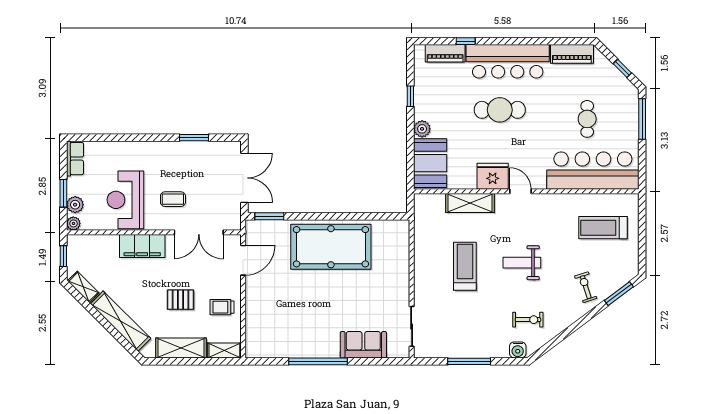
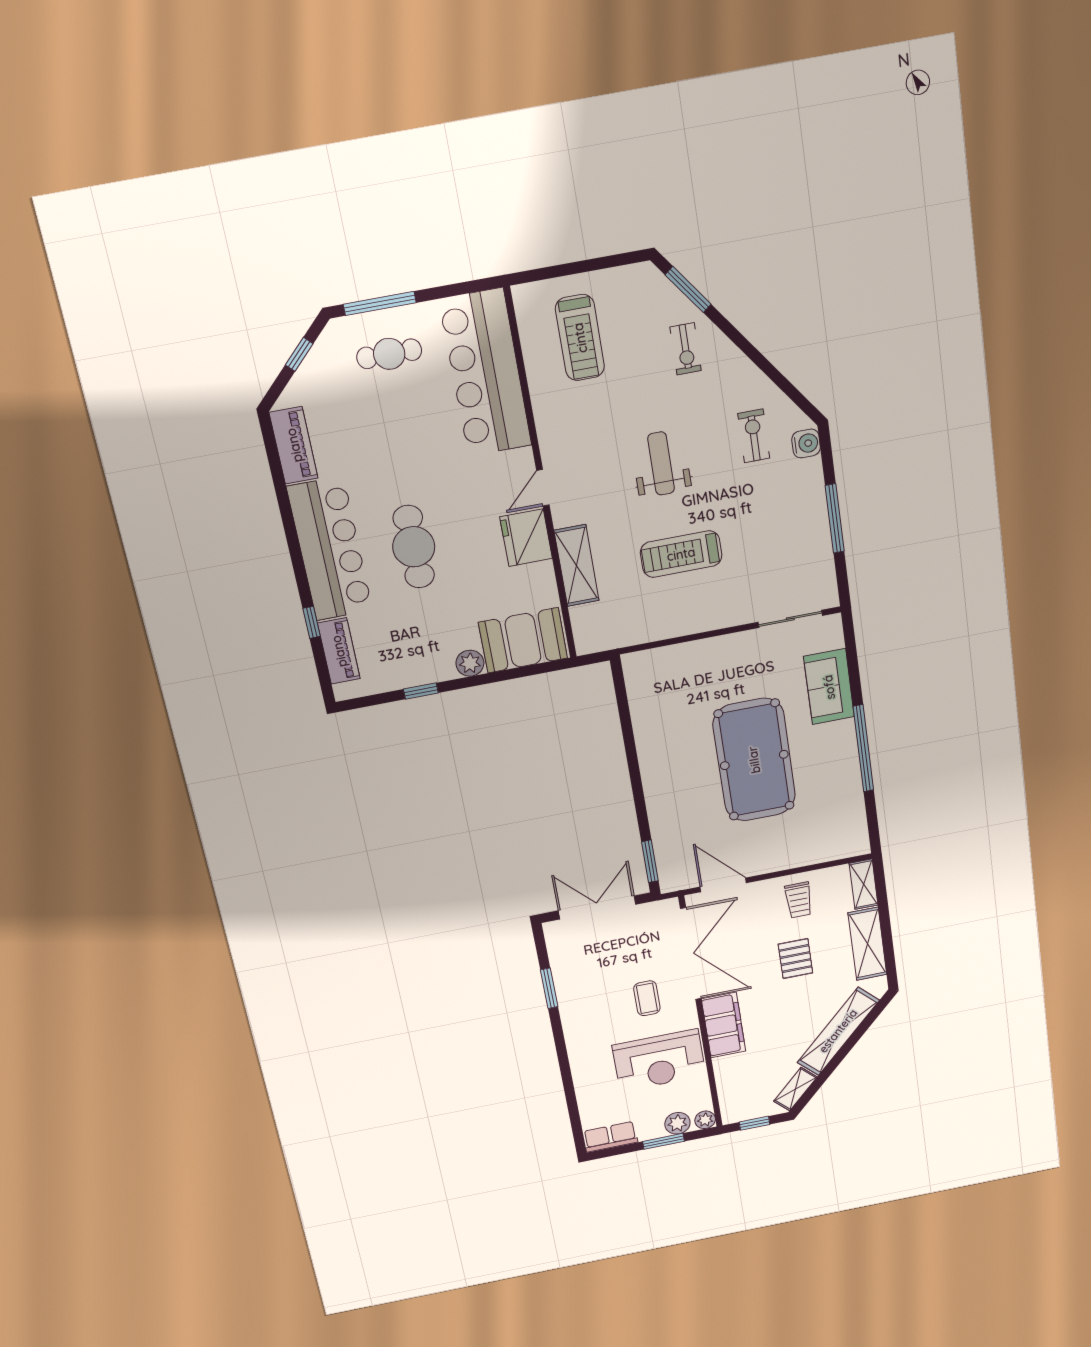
cafe table: (587, 119) -> (389, 354), moved
double door: (199, 232) -> (691, 954), width x1.36
pool table: (331, 247) -> (754, 760), moved
weight bench: (522, 263) -> (661, 464), turned 180
exercise bike: (586, 287) -> (686, 349), turned -72

